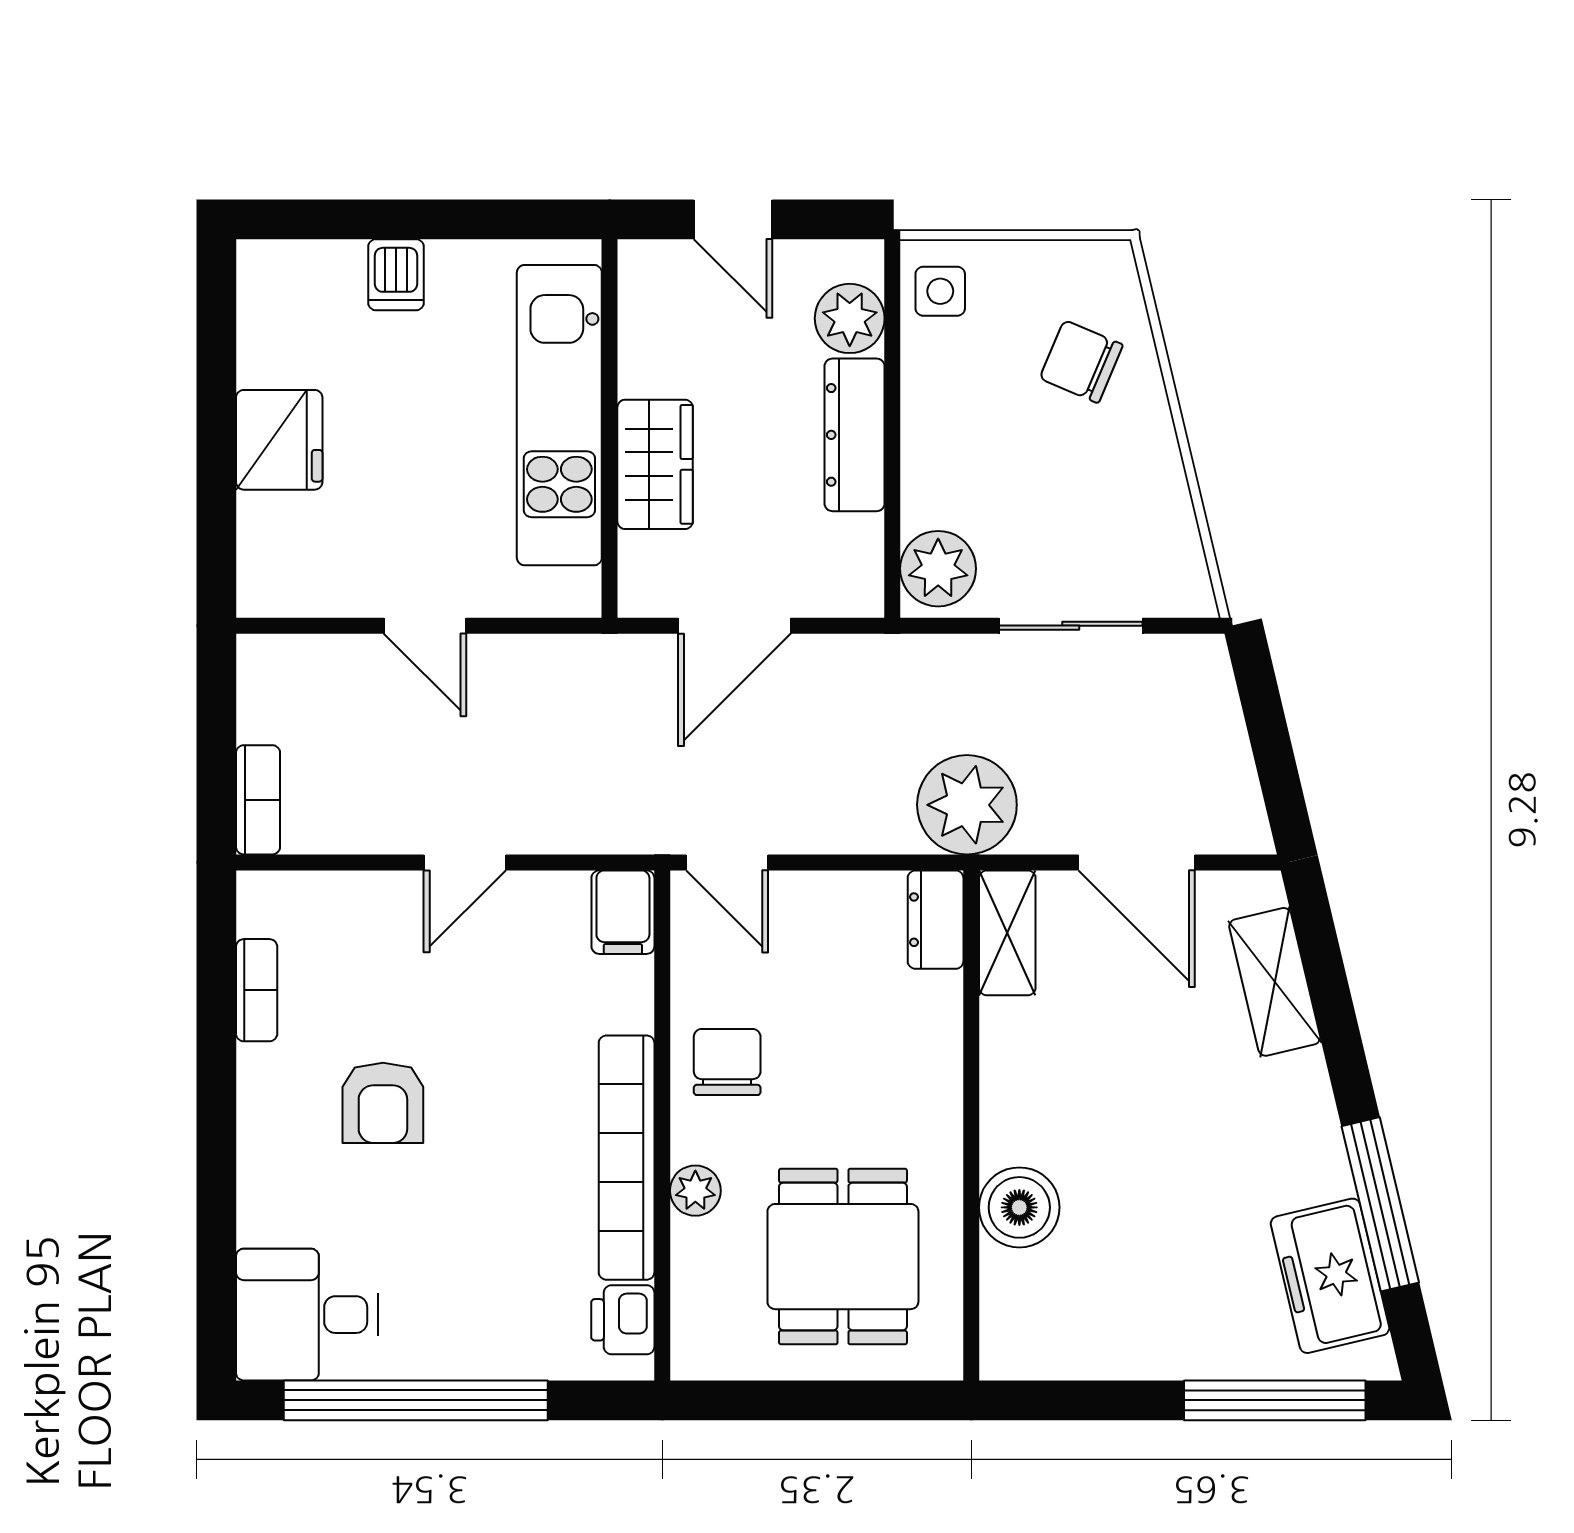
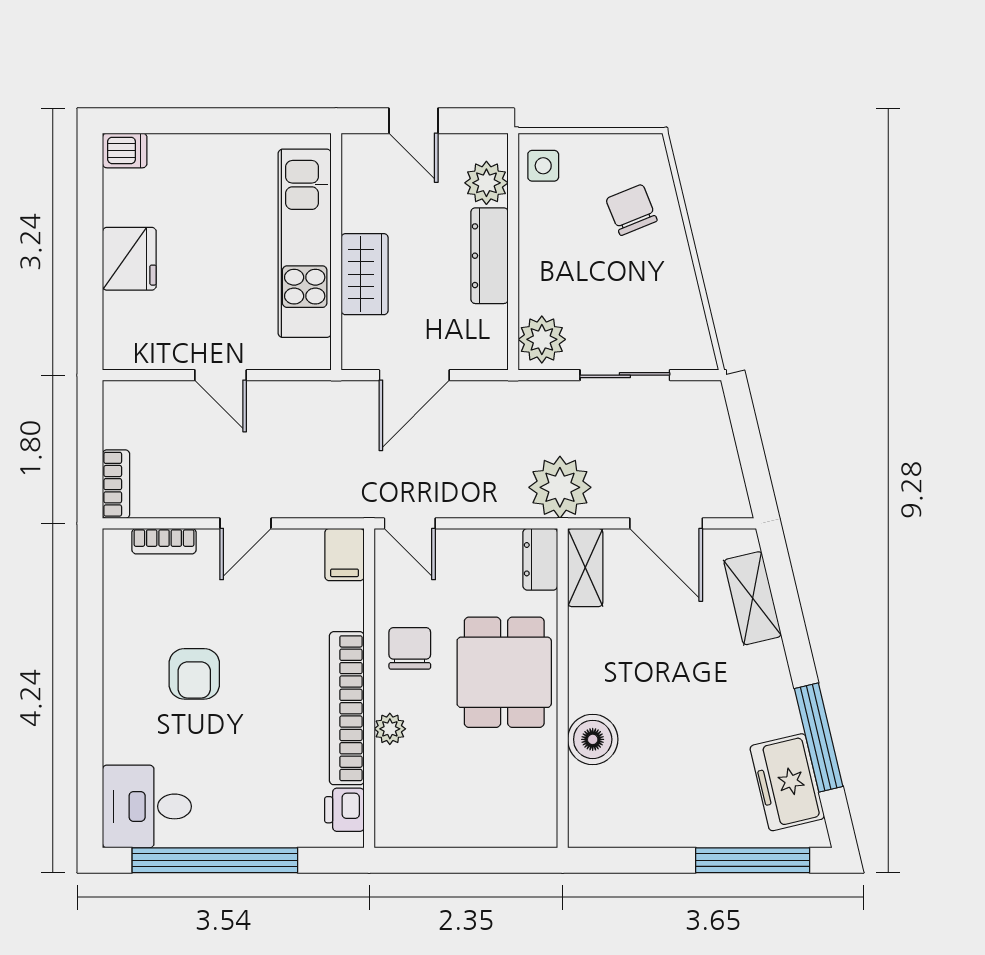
dishwasher: (396, 275) -> (125, 150), moved, turned -90
chair: (1081, 362) -> (631, 210), turned 45
bookcase: (257, 990) -> (164, 541), moved, turned 90
dining table: (843, 1257) -> (504, 672), moved

